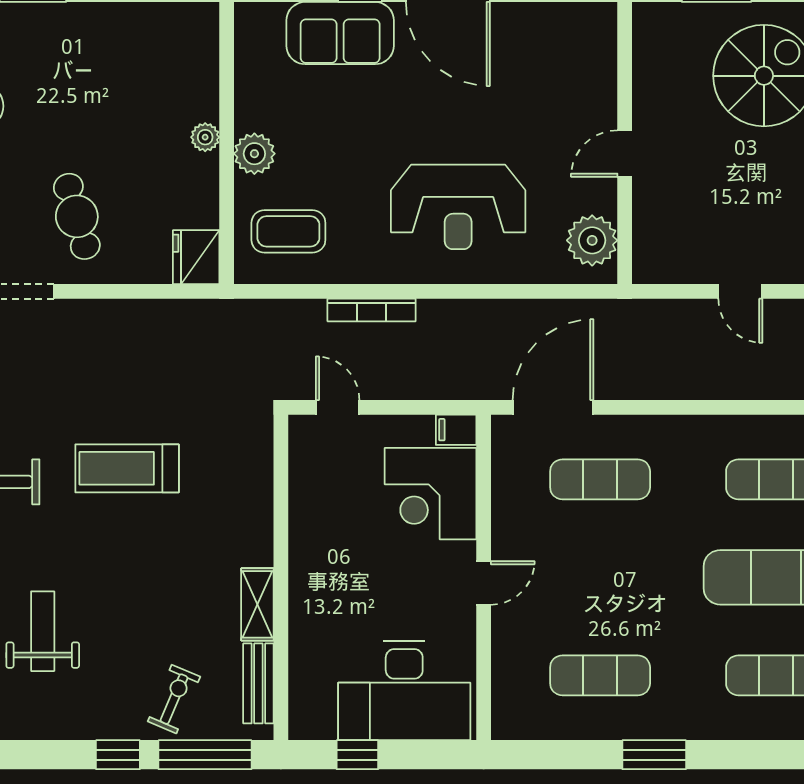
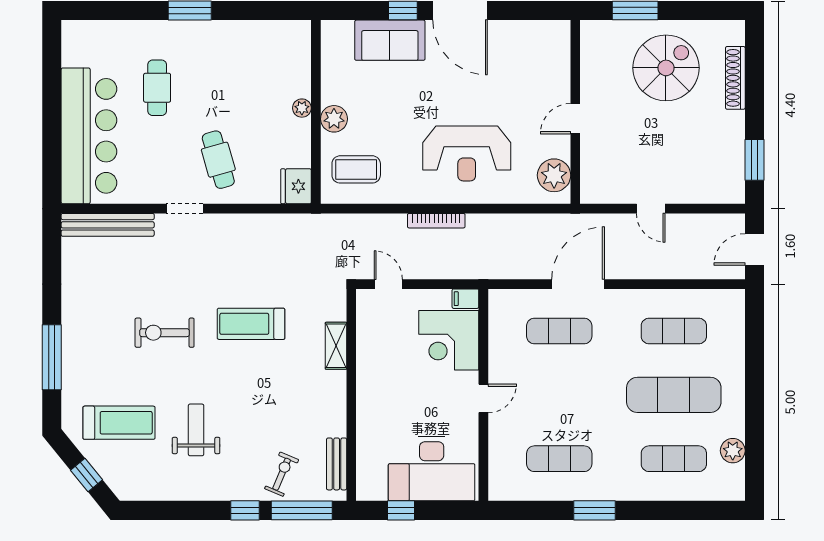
bookcase: (372, 310) -> (436, 221), moved
door: (553, 407) -> (578, 284), moved
shelving: (257, 604) -> (336, 346), moved

